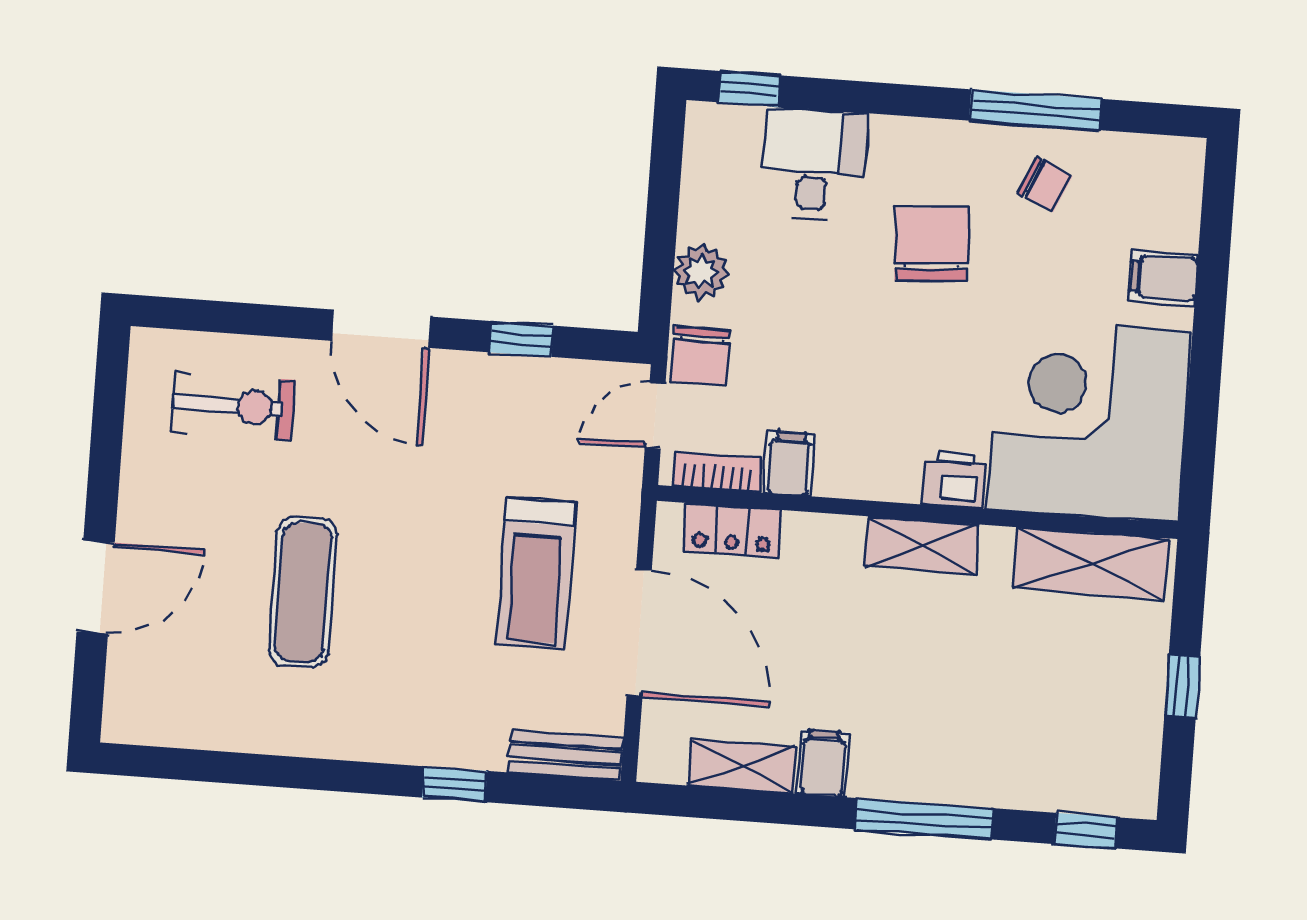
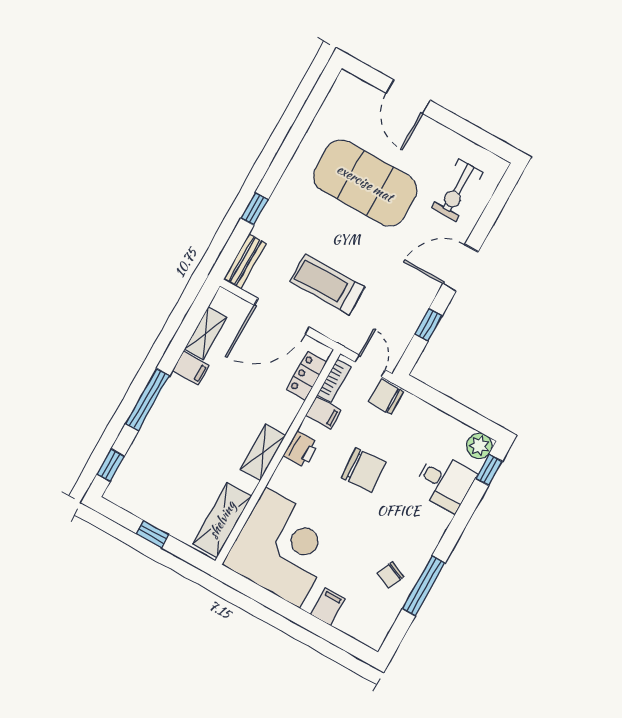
chair: (931, 244) -> (364, 470), moved
plant: (701, 272) -> (479, 446), moved
printer: (954, 479) -> (301, 449), moved
exercise mat: (303, 592) -> (365, 183), width x2.00, depth x1.45

